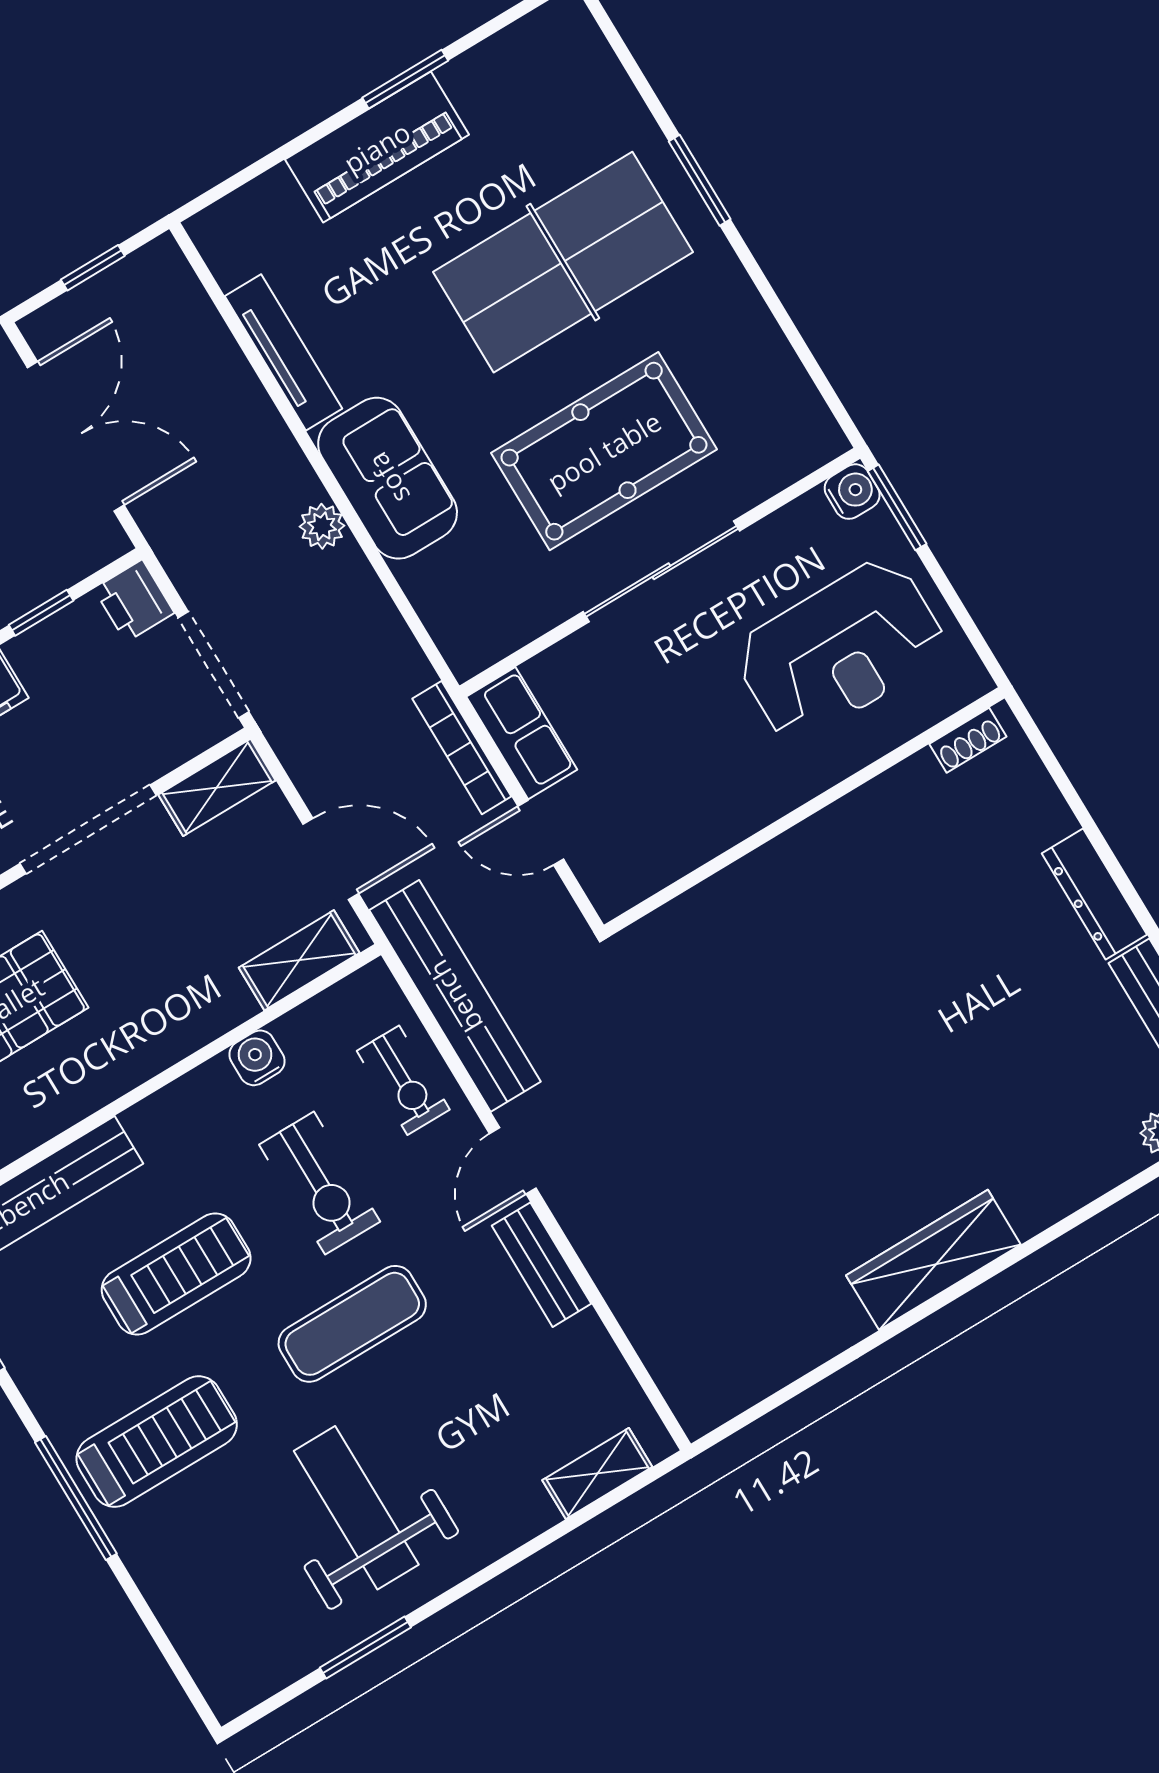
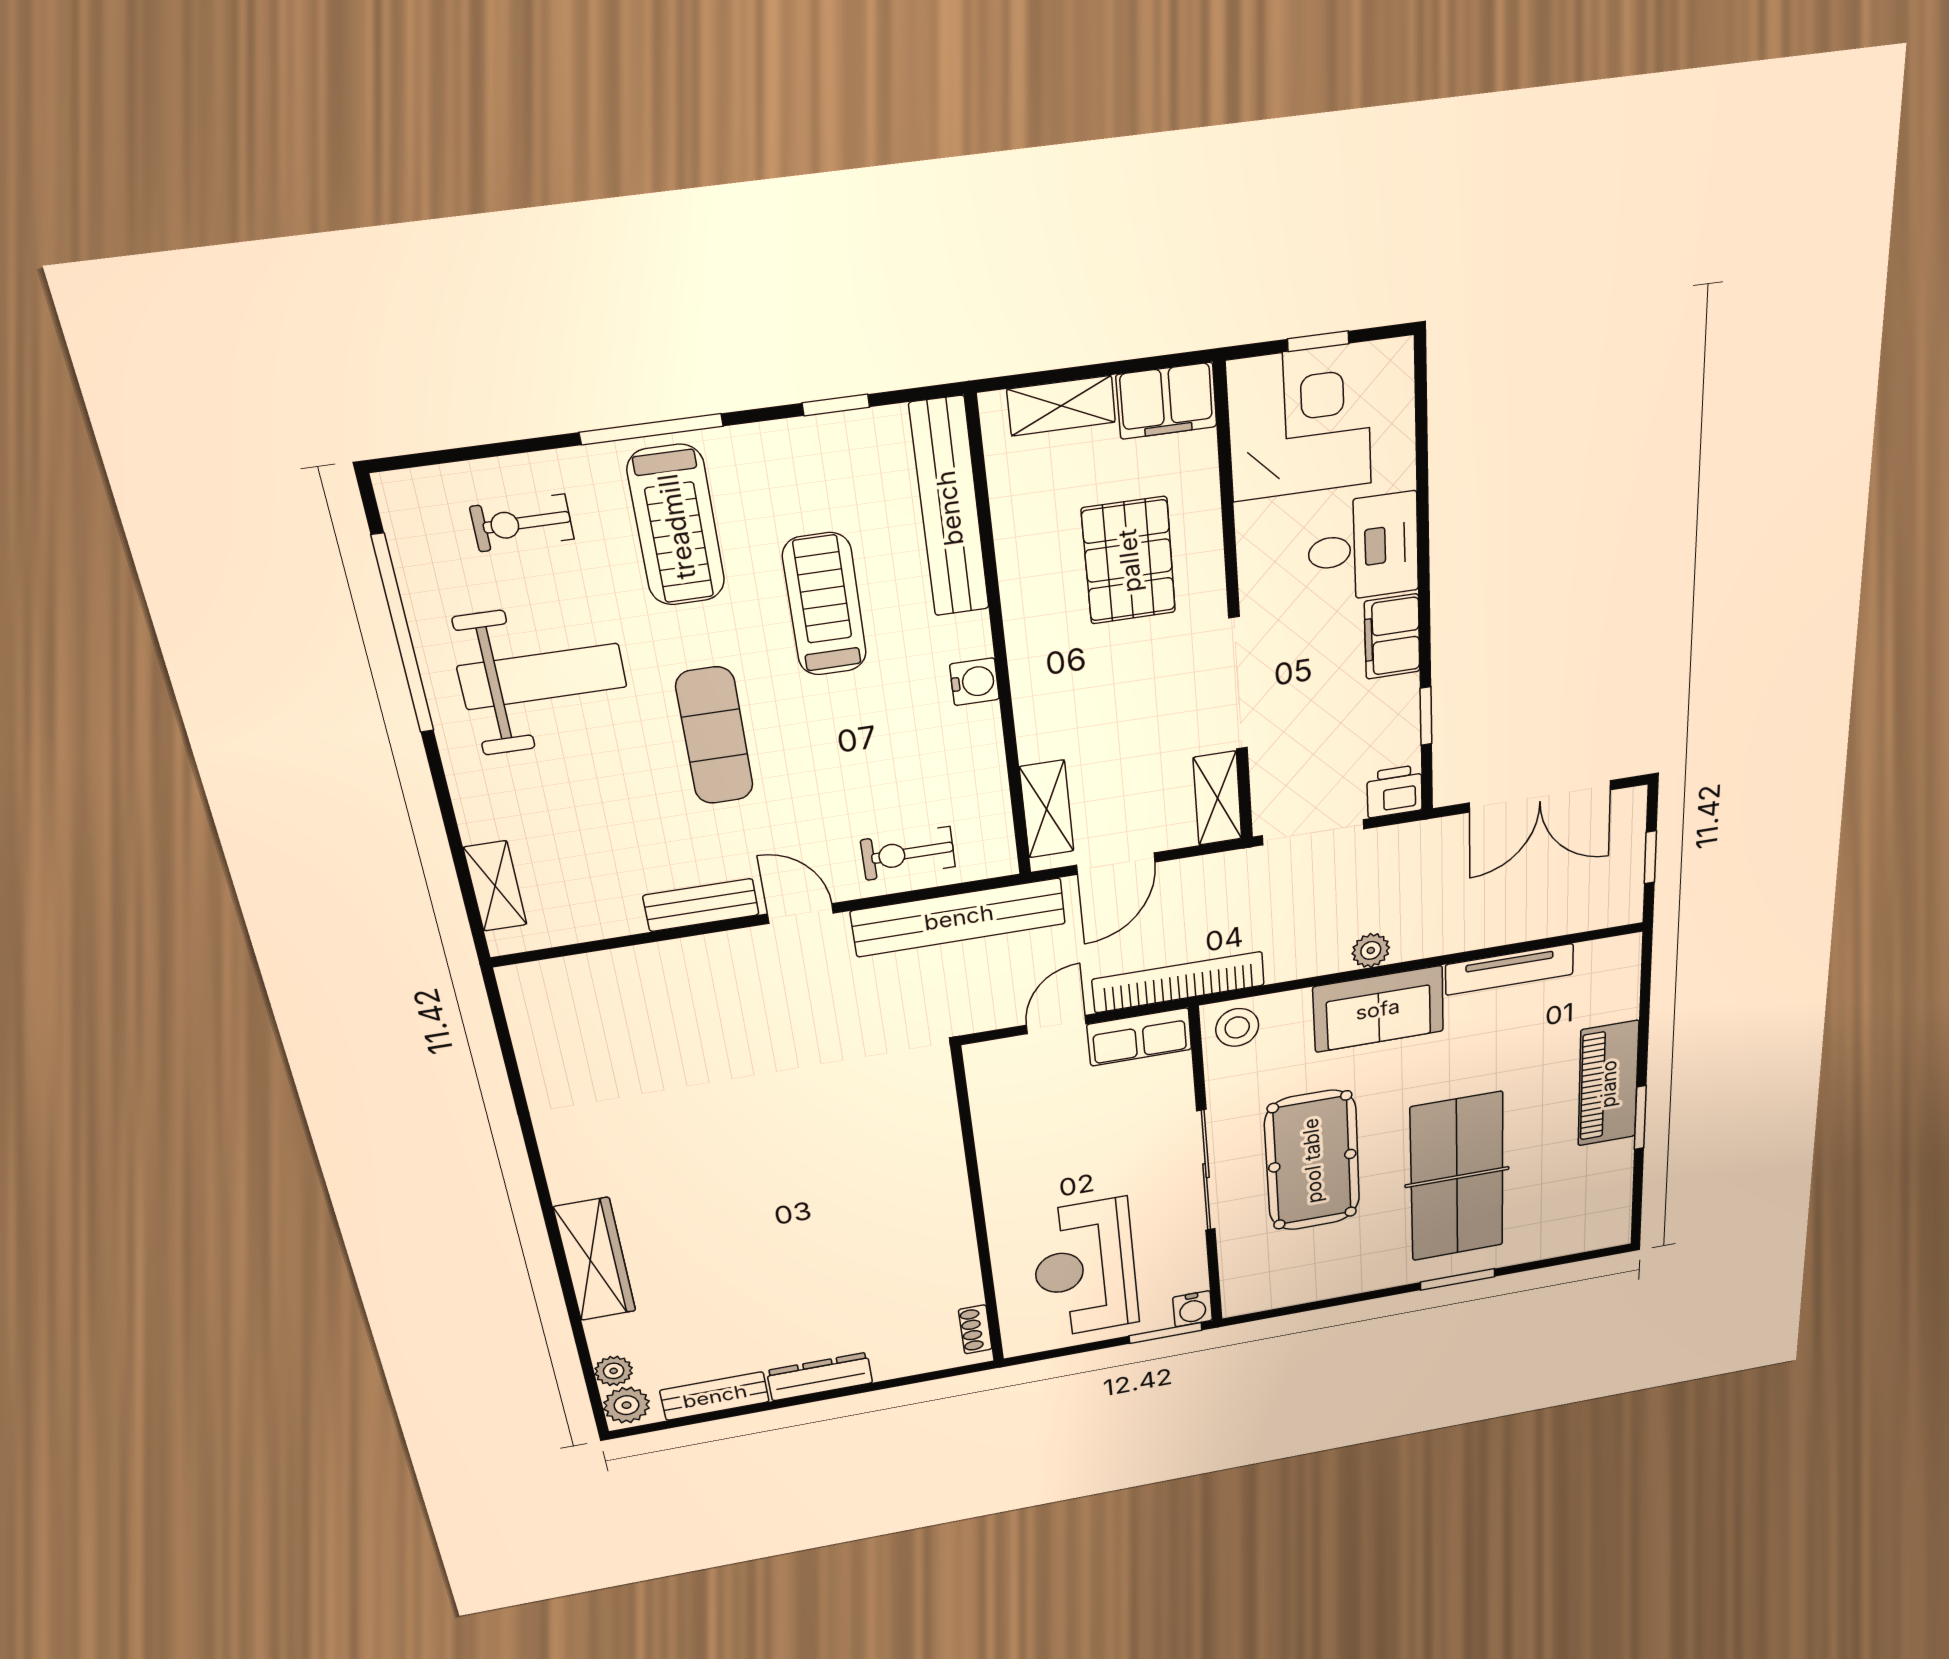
stool: (470, 629) -> (1237, 1027), added
bookcase: (462, 748) -> (1178, 982), width x1.48, depth x1.31
water cooler: (257, 1058) -> (974, 682), moved
exercise bike: (320, 1183) -> (522, 523), moved, width x0.73, depth x0.72
wardrobe: (933, 1260) -> (595, 1259), moved
treadmill: (176, 1274) -> (825, 605), turned 180
window: (365, 1648) -> (403, 635), width x2.11

